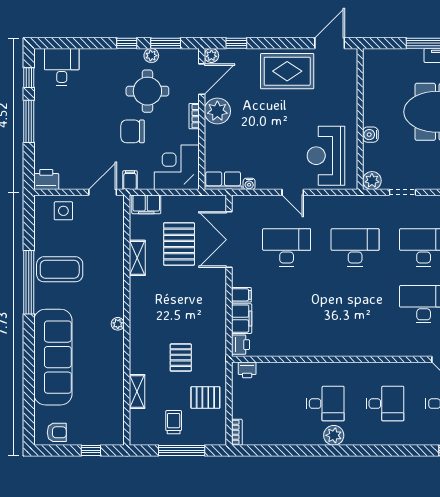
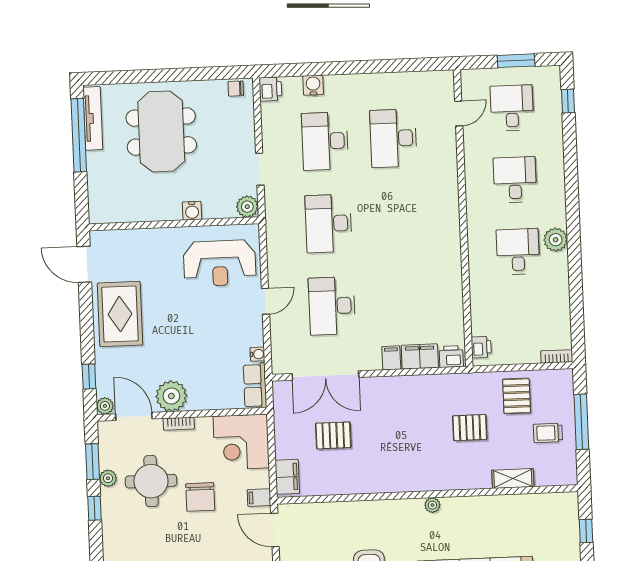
pallet: (179, 244) -> (333, 435), width x0.67, depth x0.71
shelving: (137, 258) -> (352, 485), removed

